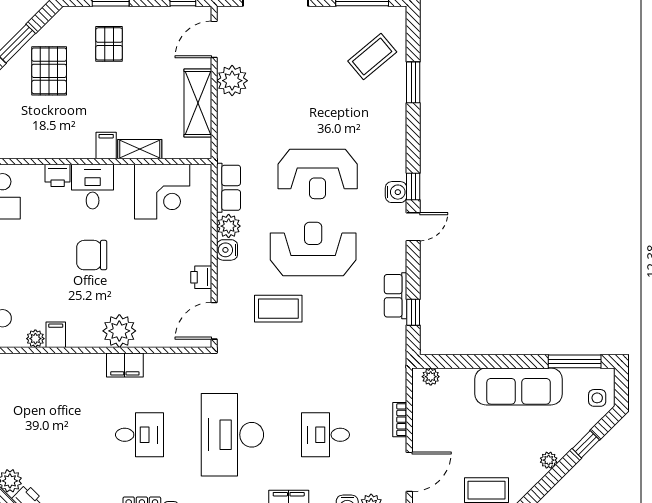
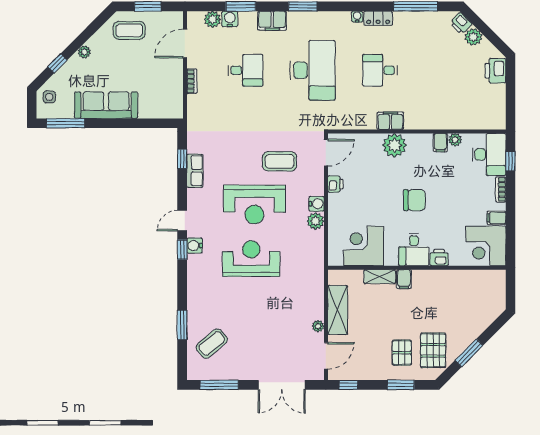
pallet: (49, 71) -> (433, 350), moved
plant: (232, 81) -> (318, 326), width x0.53, depth x0.53
row of seats: (229, 188) -> (316, 249), removed
plant: (431, 377) -> (169, 112), removed

